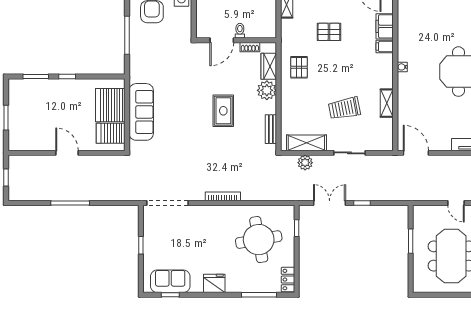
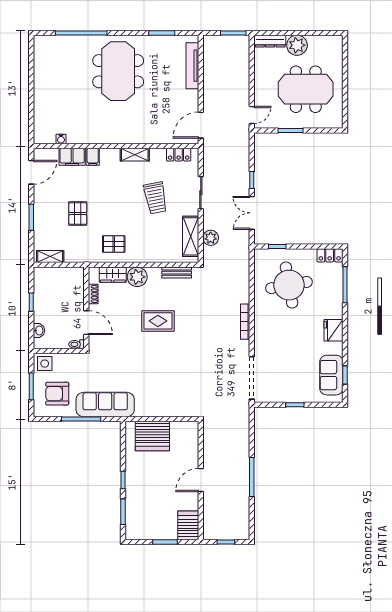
toilet: (240, 31) -> (77, 344), moved
water cooler: (402, 67) -> (61, 139), moved
shelving: (387, 103) -> (135, 155), moved
sofa: (141, 112) -> (105, 405), moved
locker: (387, 131) -> (179, 155), added
server rack: (111, 133) -> (188, 525), moved, turned 180
door: (456, 203) -> (252, 115), moved

